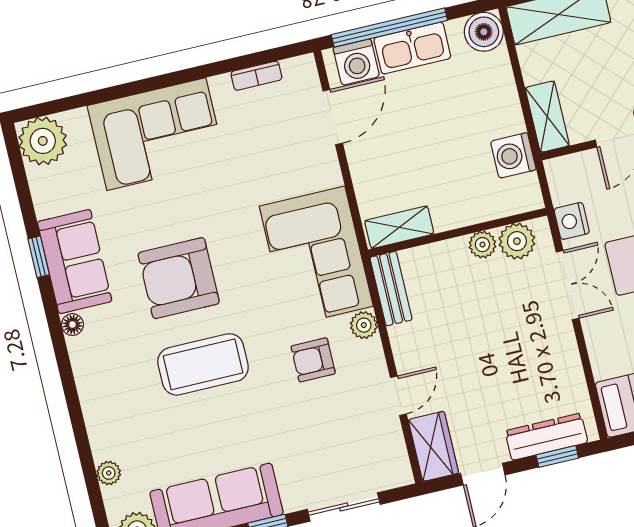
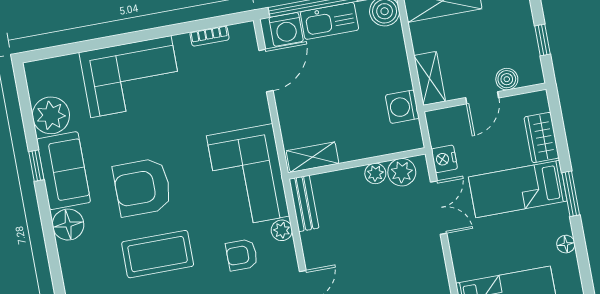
plant: (43, 141) -> (51, 115), moved
floor lamp: (72, 325) -> (68, 225), width x1.89, depth x1.89

